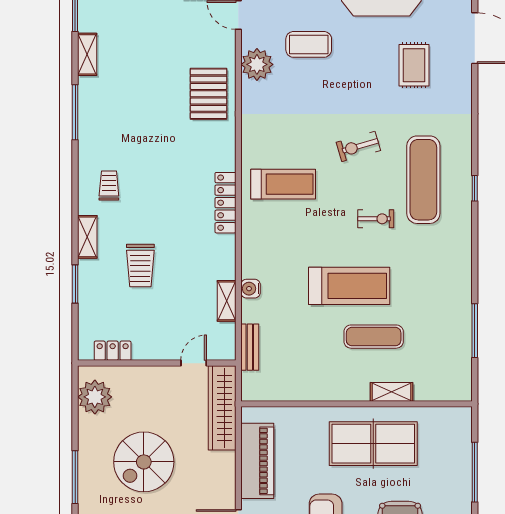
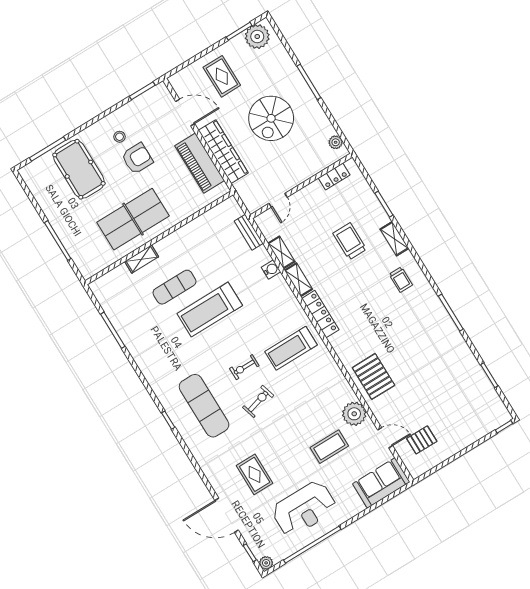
shelving: (87, 54) -> (298, 280), moved
exercise bike: (376, 219) -> (244, 367), moved
plant: (95, 397) -> (336, 142), width x0.53, depth x0.53
wardrobe: (222, 408) -> (223, 152), moved
spiral stairs: (144, 462) -> (271, 118), turned 180

